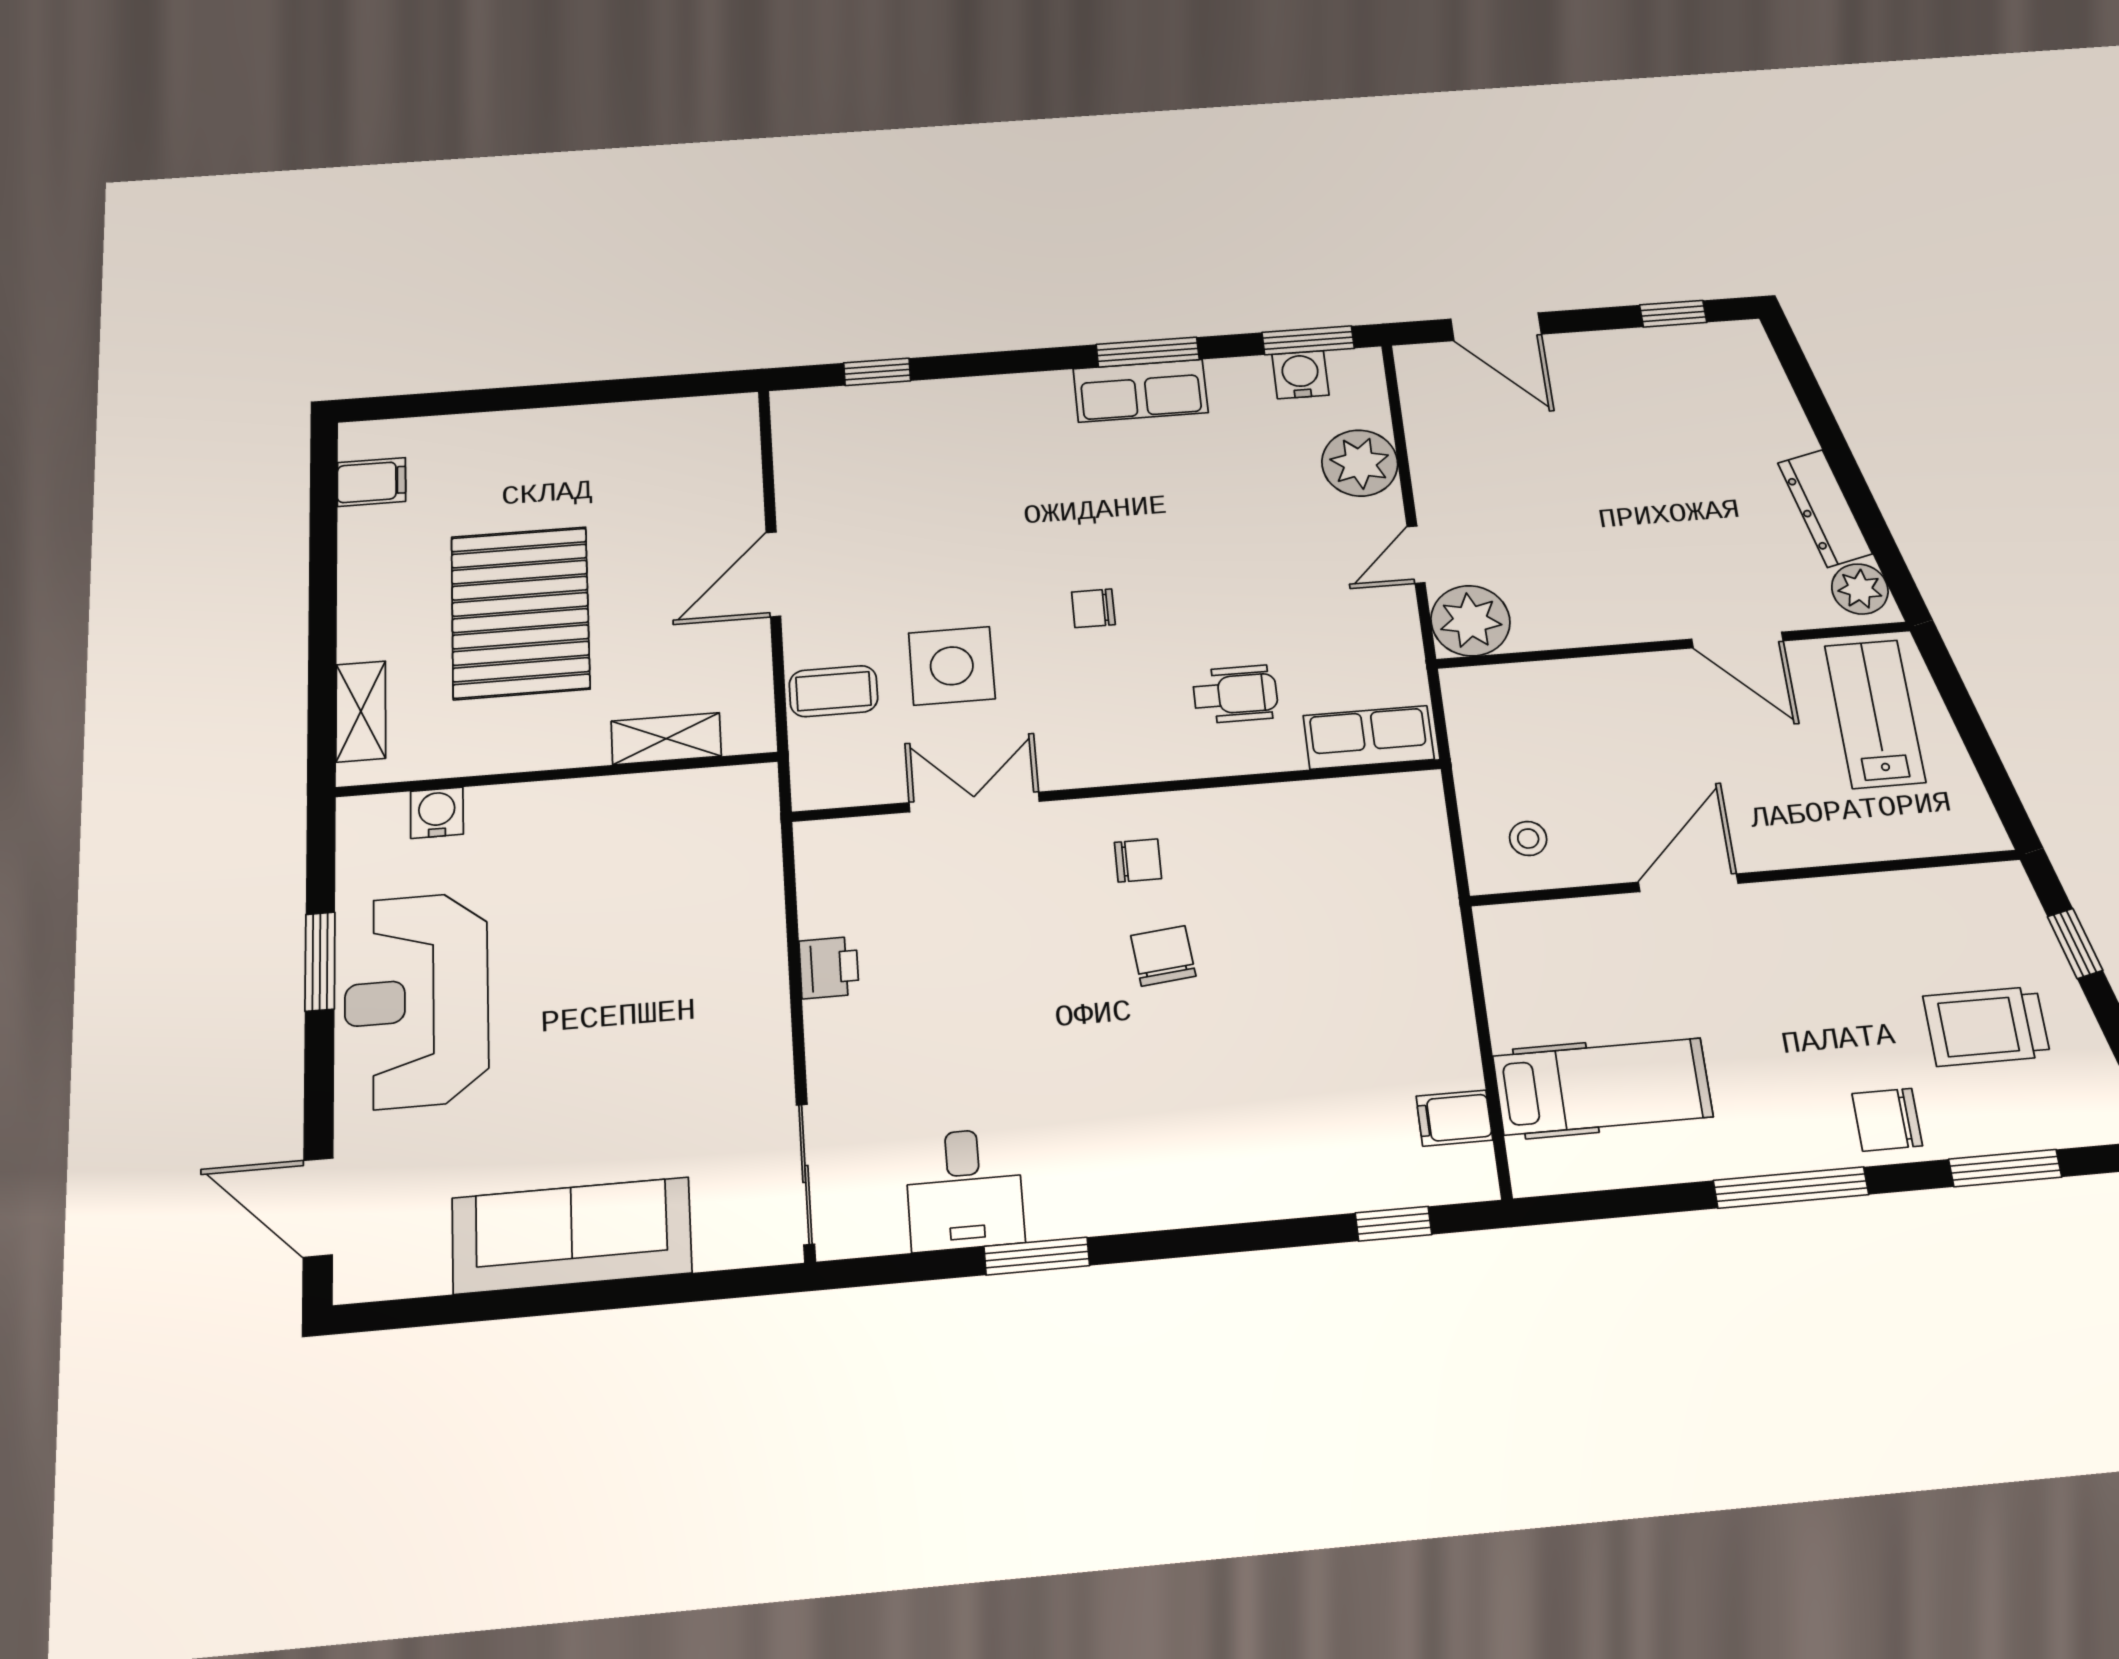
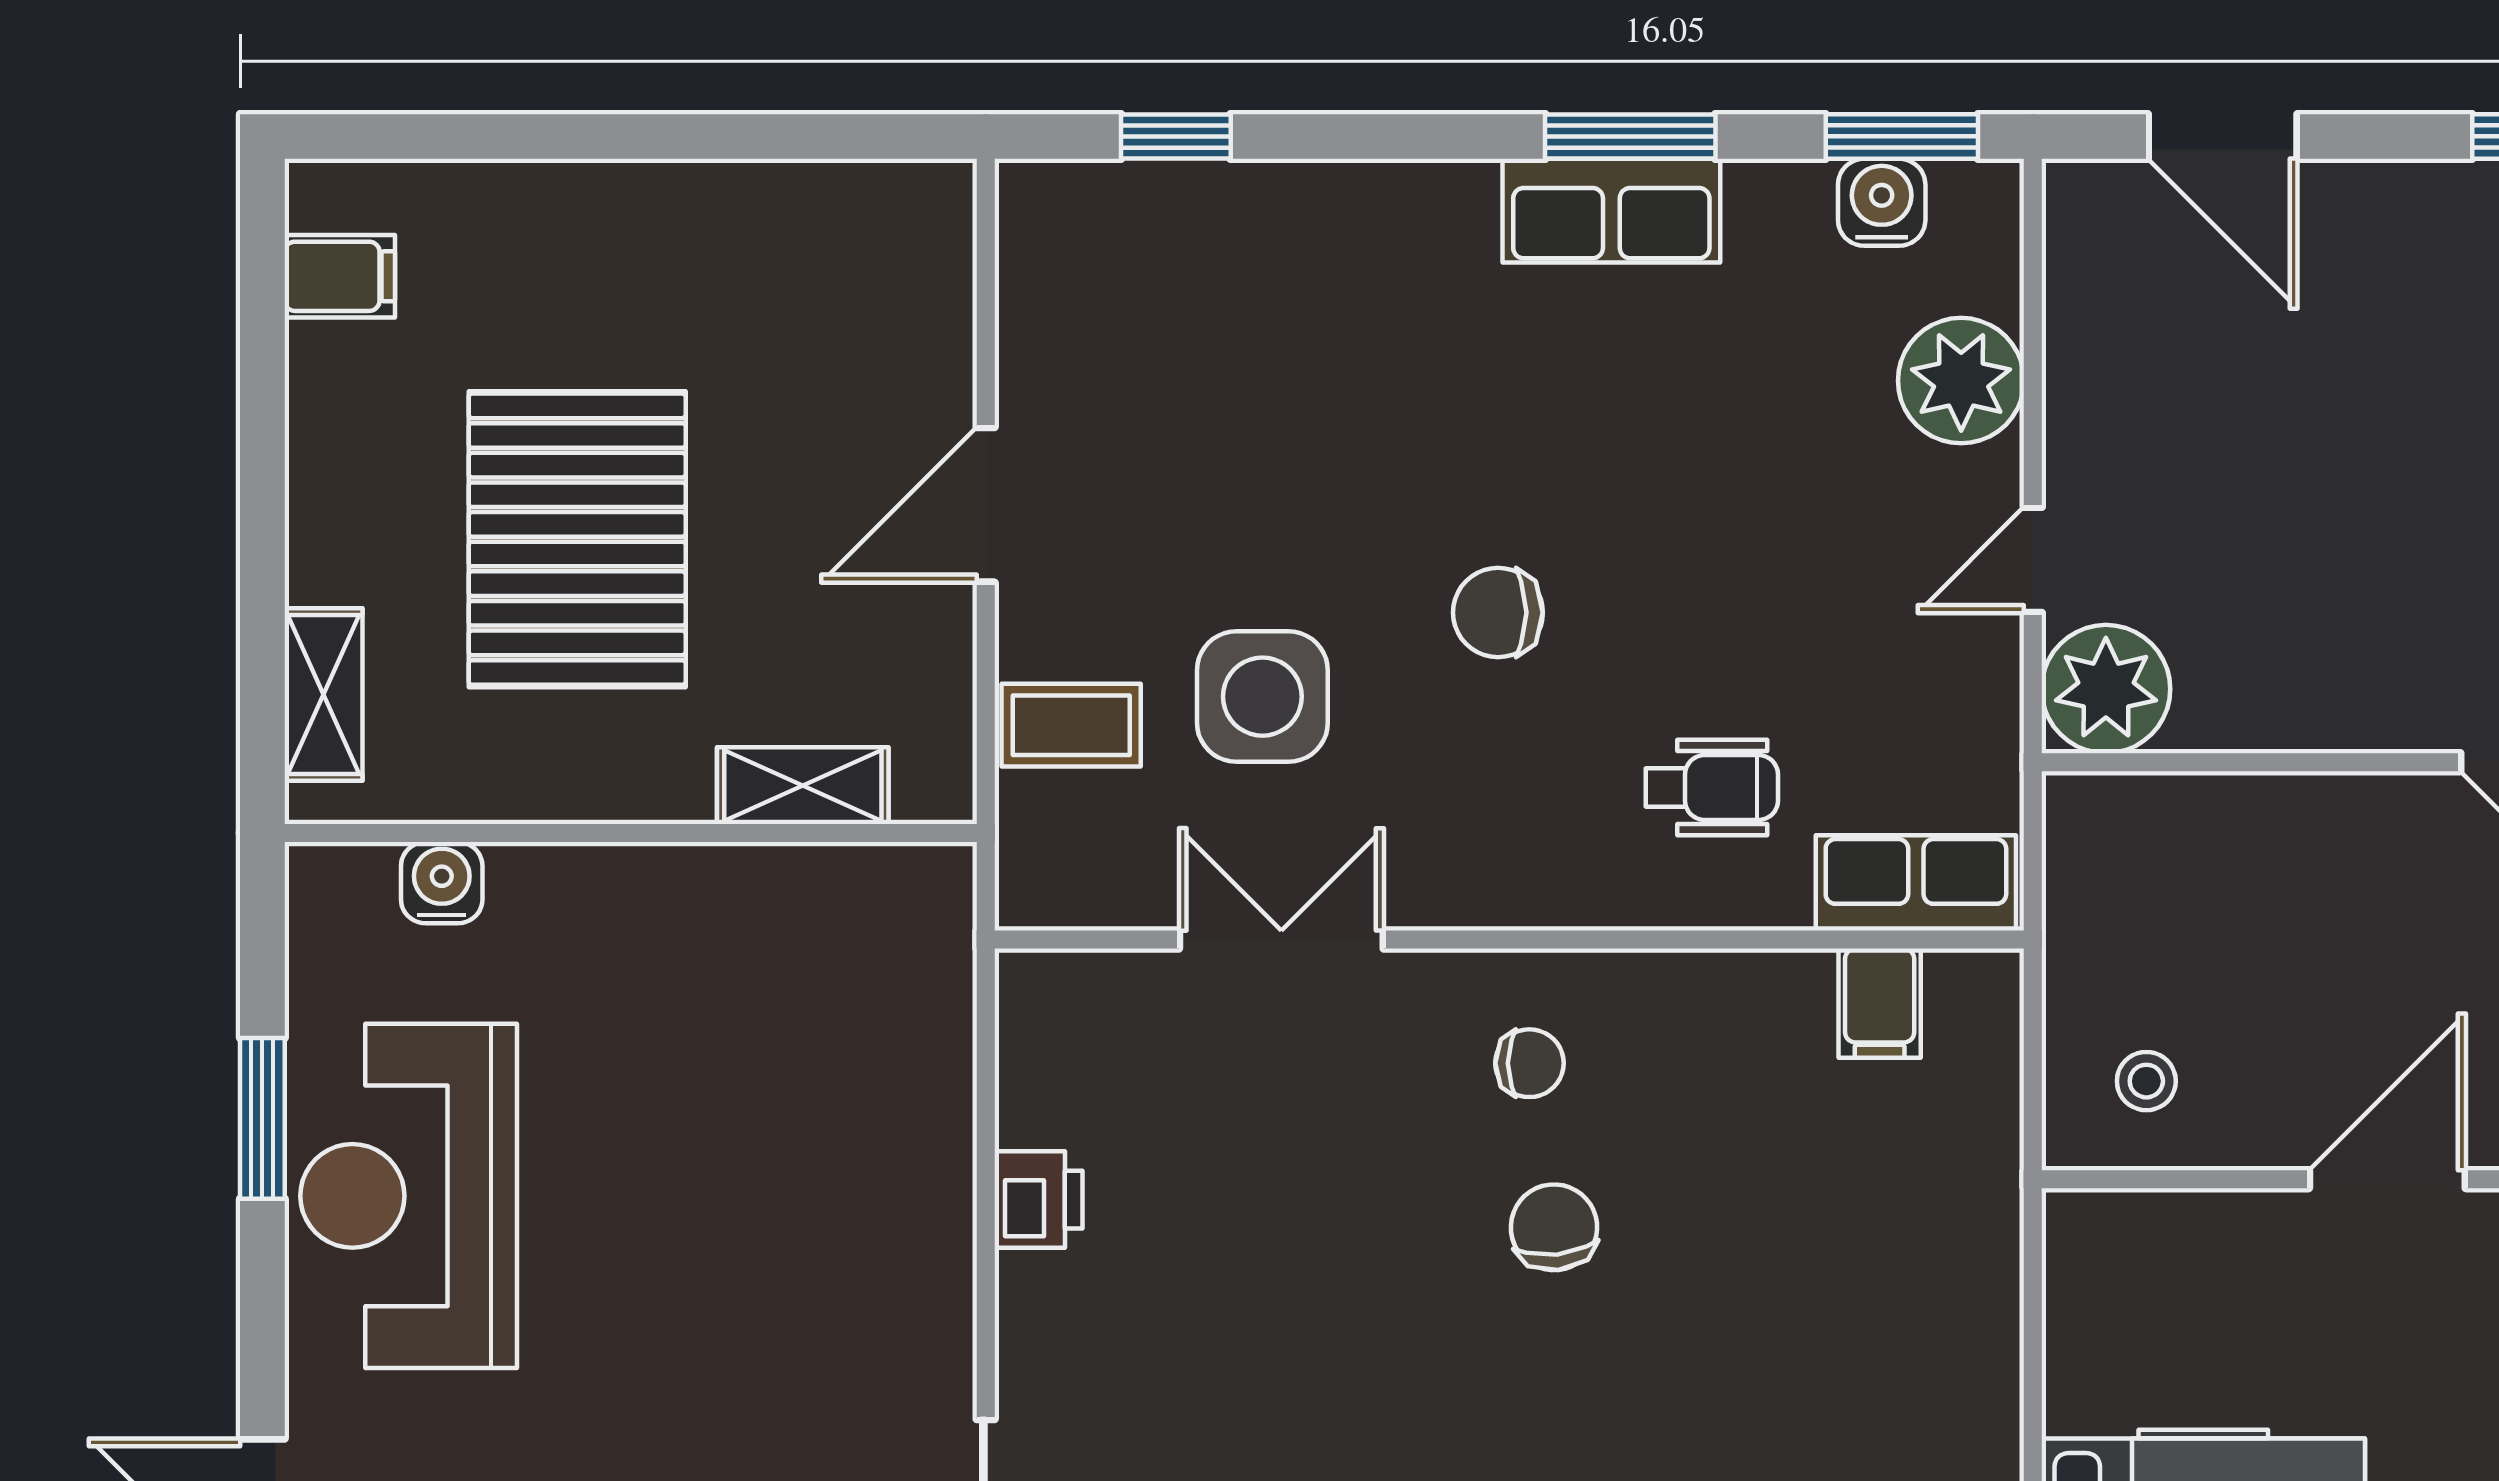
chair: (1093, 608) -> (1498, 613), width x1.37, depth x1.37
filing cabinet: (1355, 808) -> (1880, 1003), added

